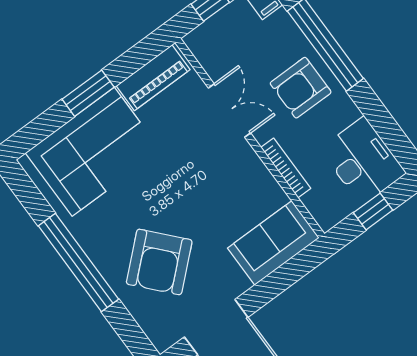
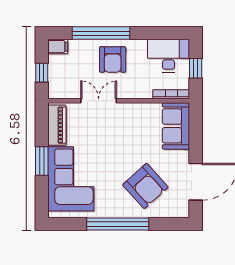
bookcase: (286, 168) -> (171, 94), moved

